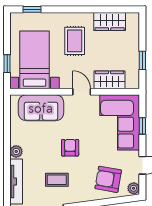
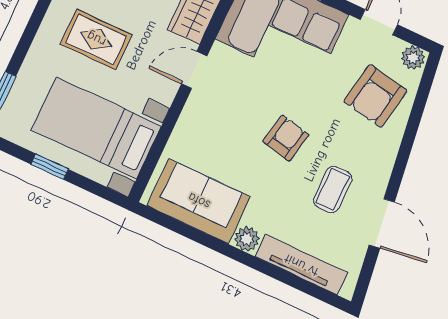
window: (7, 64) -> (50, 167), moved
sofa: (41, 108) -> (199, 201), moved, turned -90
armchair: (70, 148) -> (286, 138), turned 102

